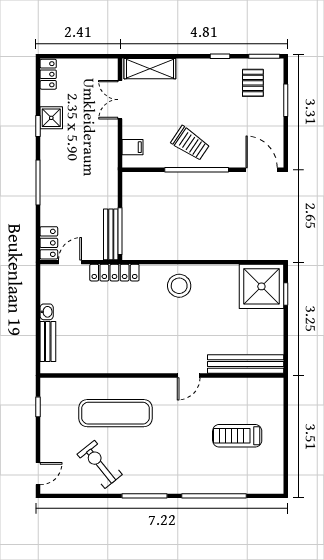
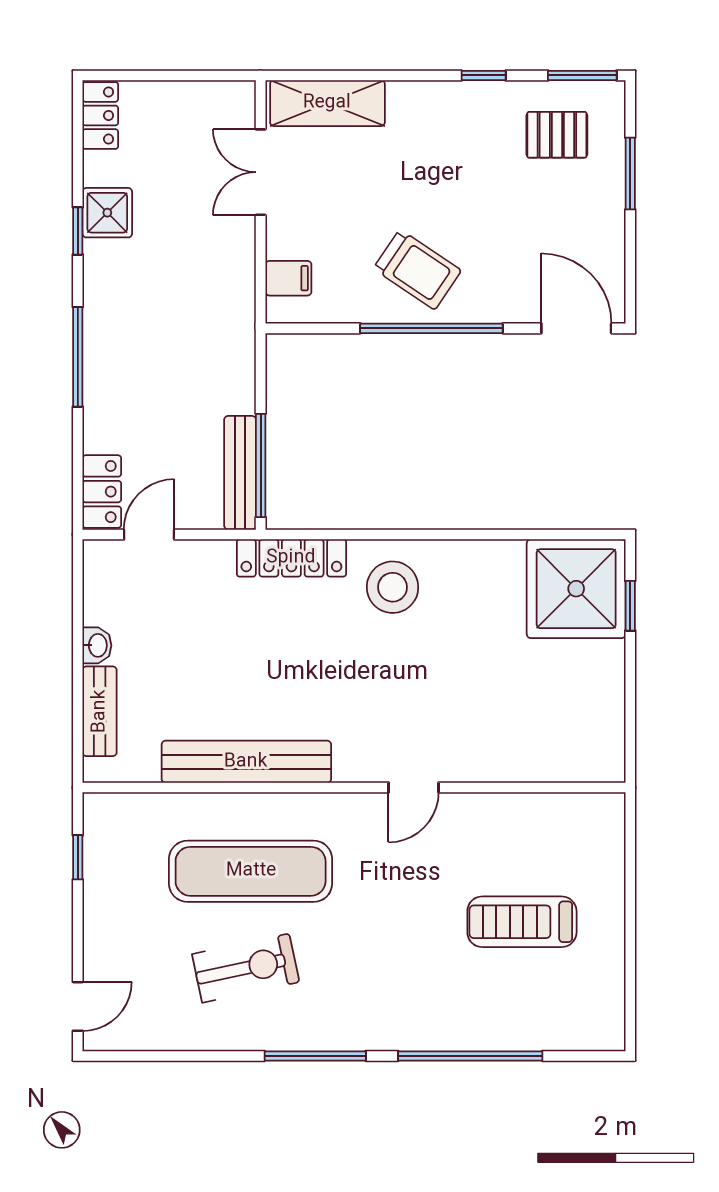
pallet: (253, 83) -> (557, 135), turned 90
locker: (114, 273) -> (291, 558), moved
bench: (246, 364) -> (246, 762), moved
exercise bike: (100, 464) -> (246, 968), moved, turned 117

